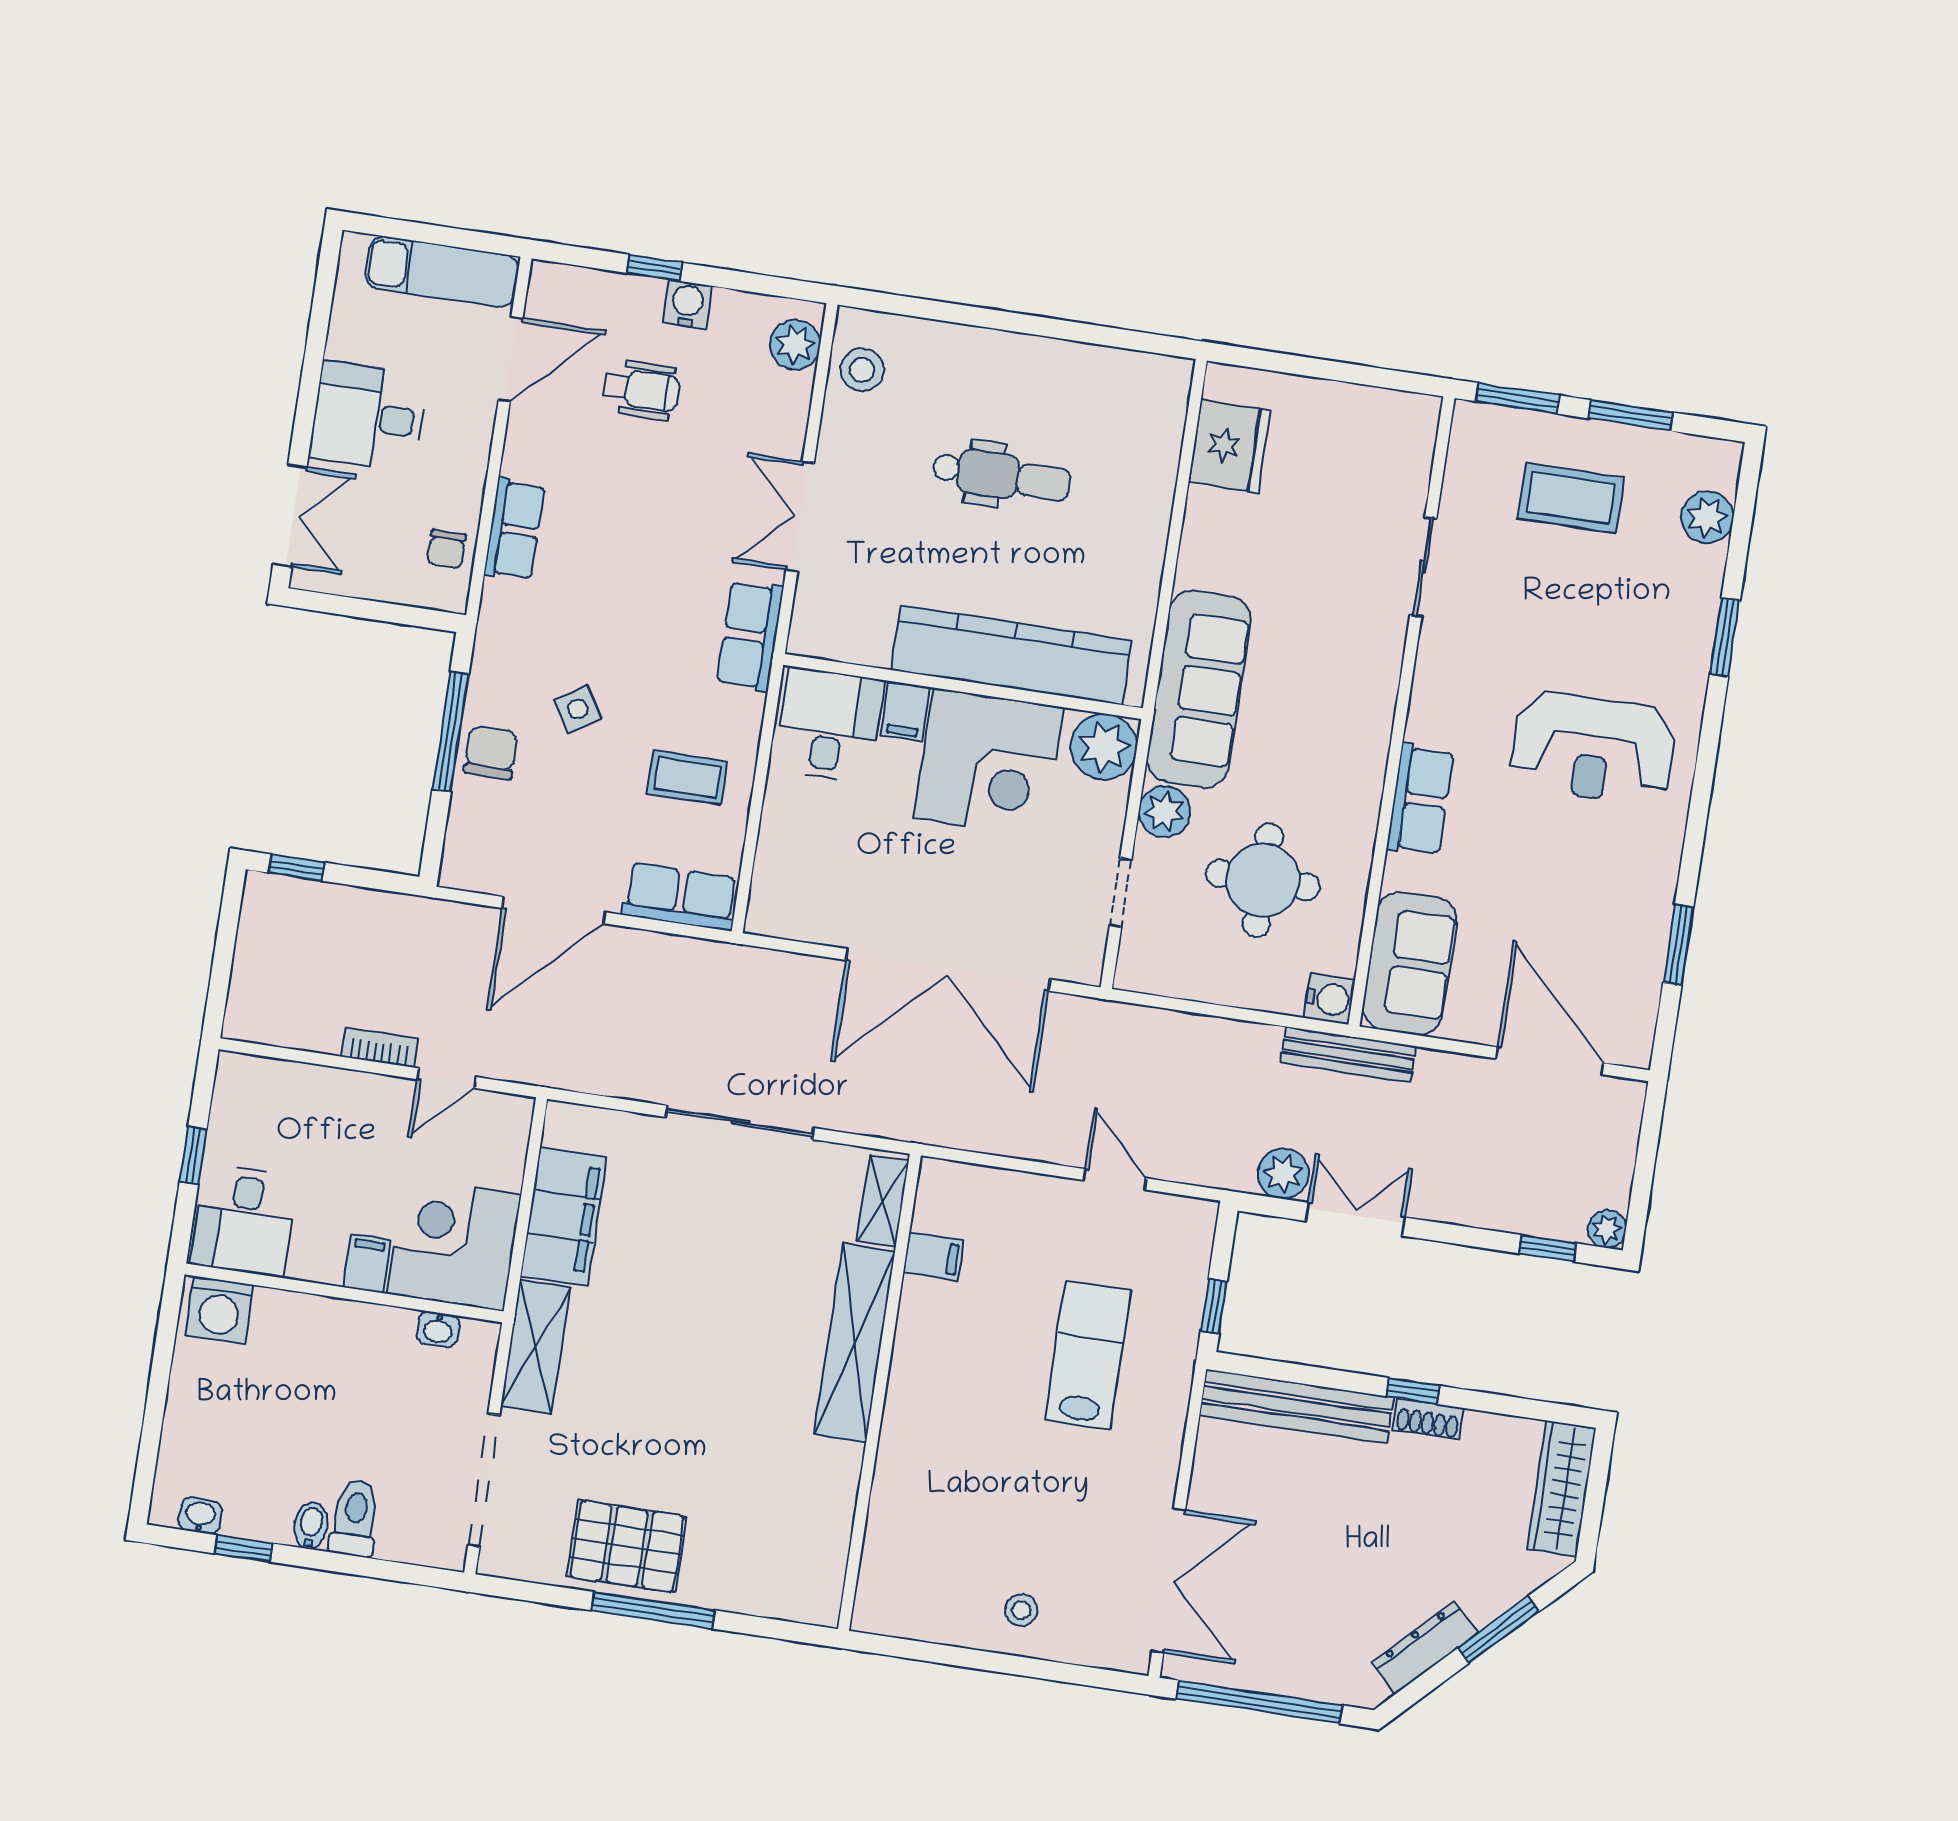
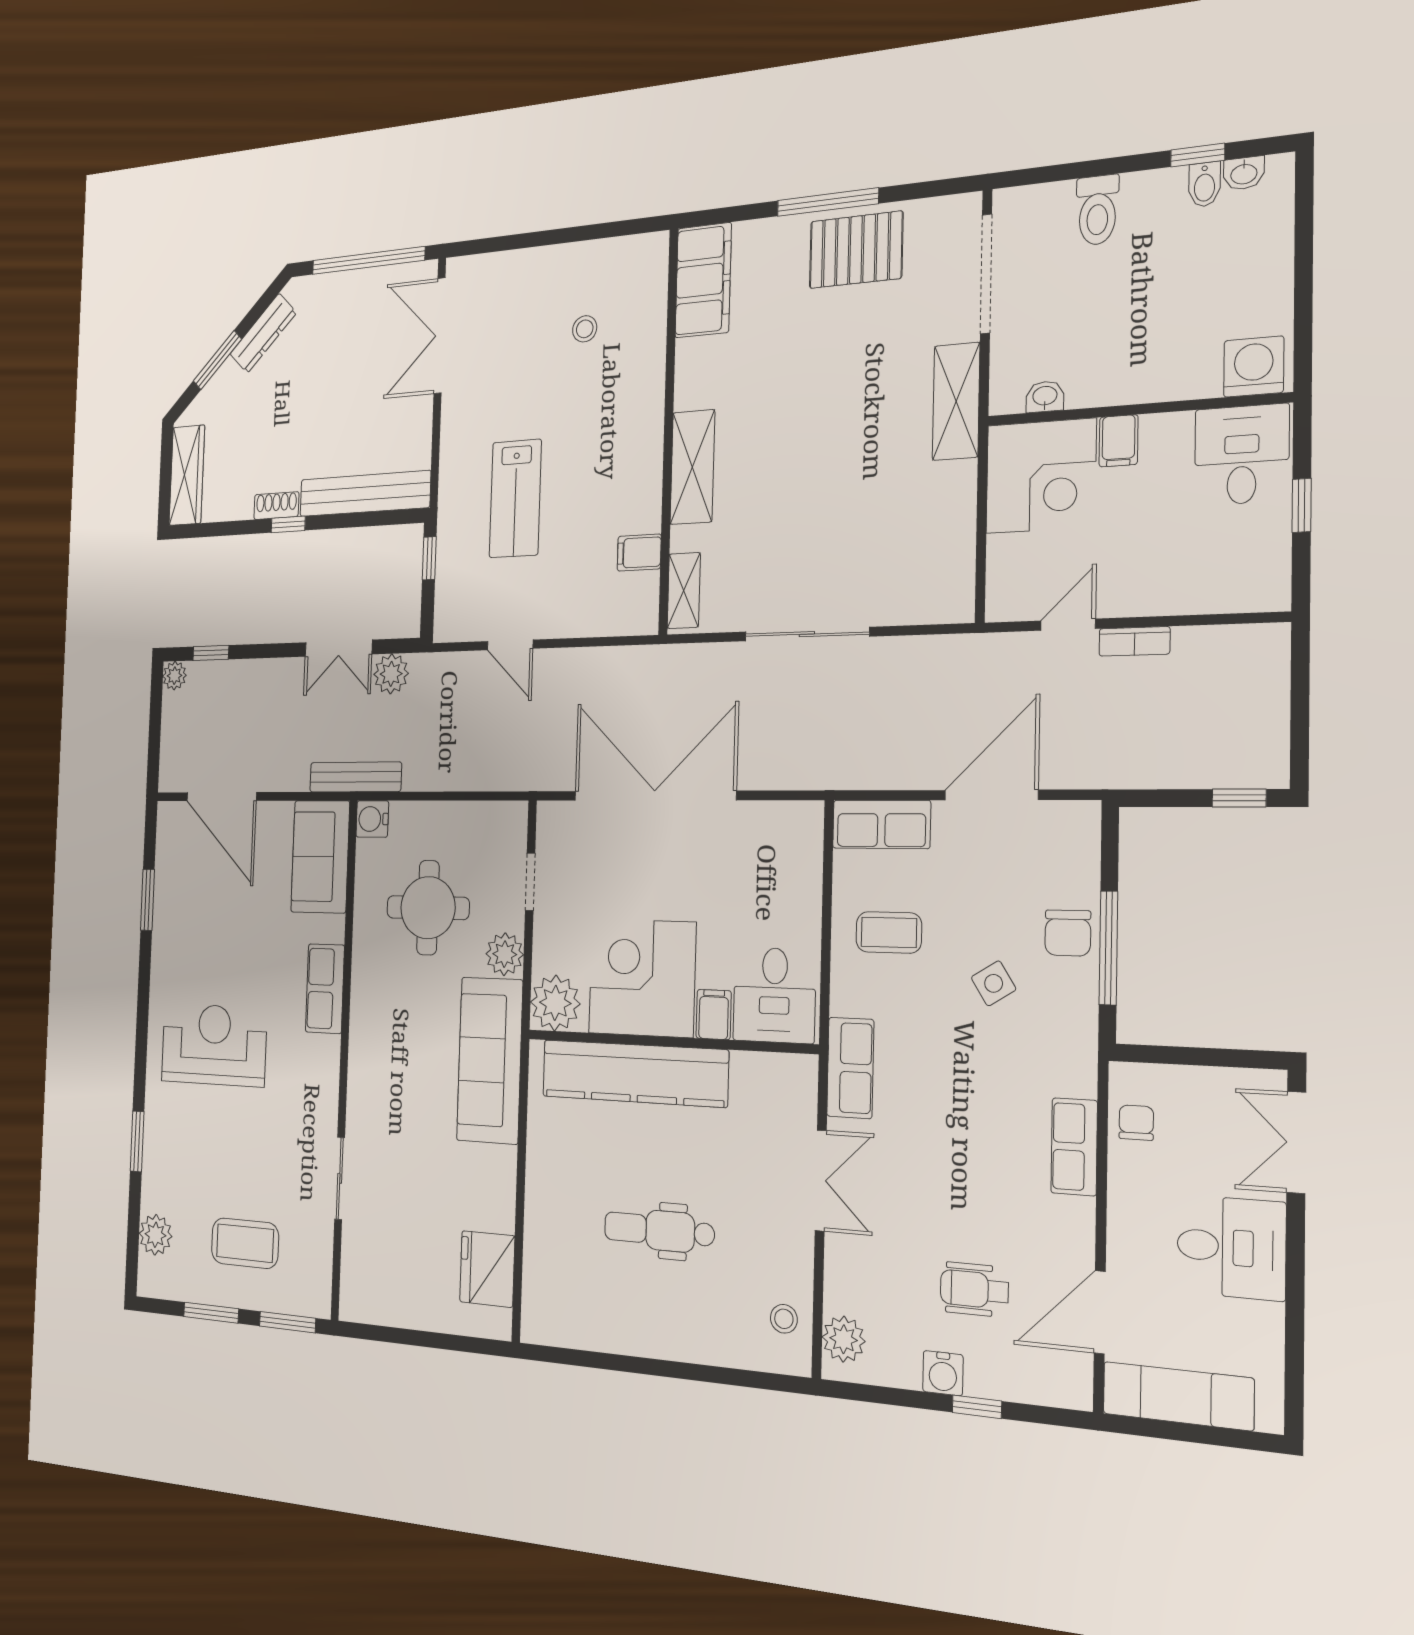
stool: (862, 370) -> (784, 1319), width x0.73, depth x0.73
filing cabinet: (564, 1216) -> (703, 280), moved, turned 180
shelving: (855, 1343) -> (692, 467), width x0.68
bidet: (311, 1526) -> (1204, 185), moved
stool: (1021, 1610) -> (585, 329), moved

